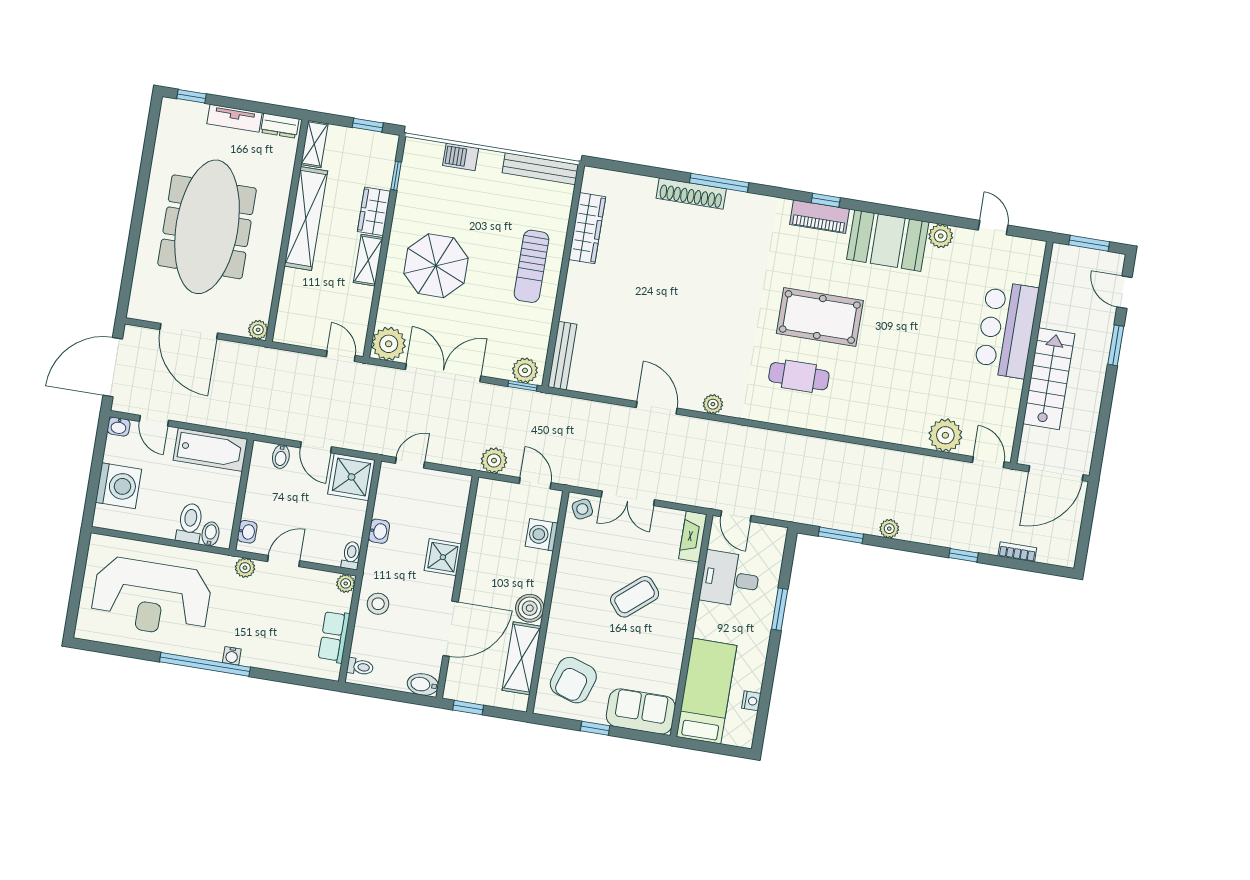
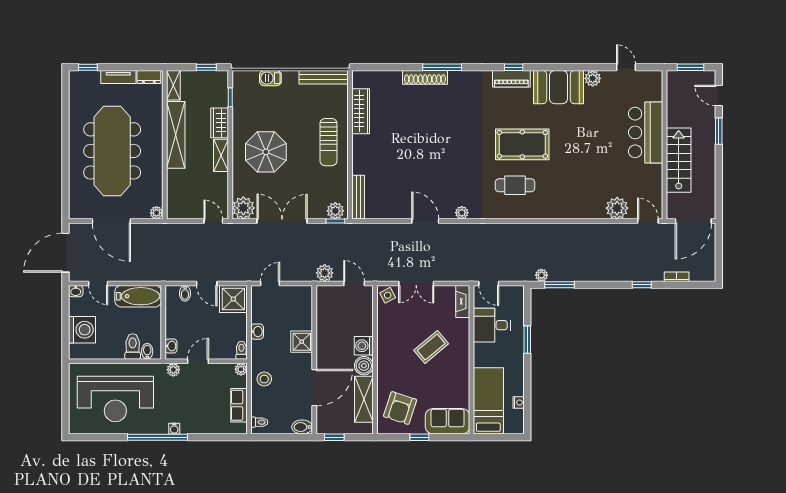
plant: (889, 529) -> (541, 275), moved
washing machine: (542, 535) -> (364, 346), moved

